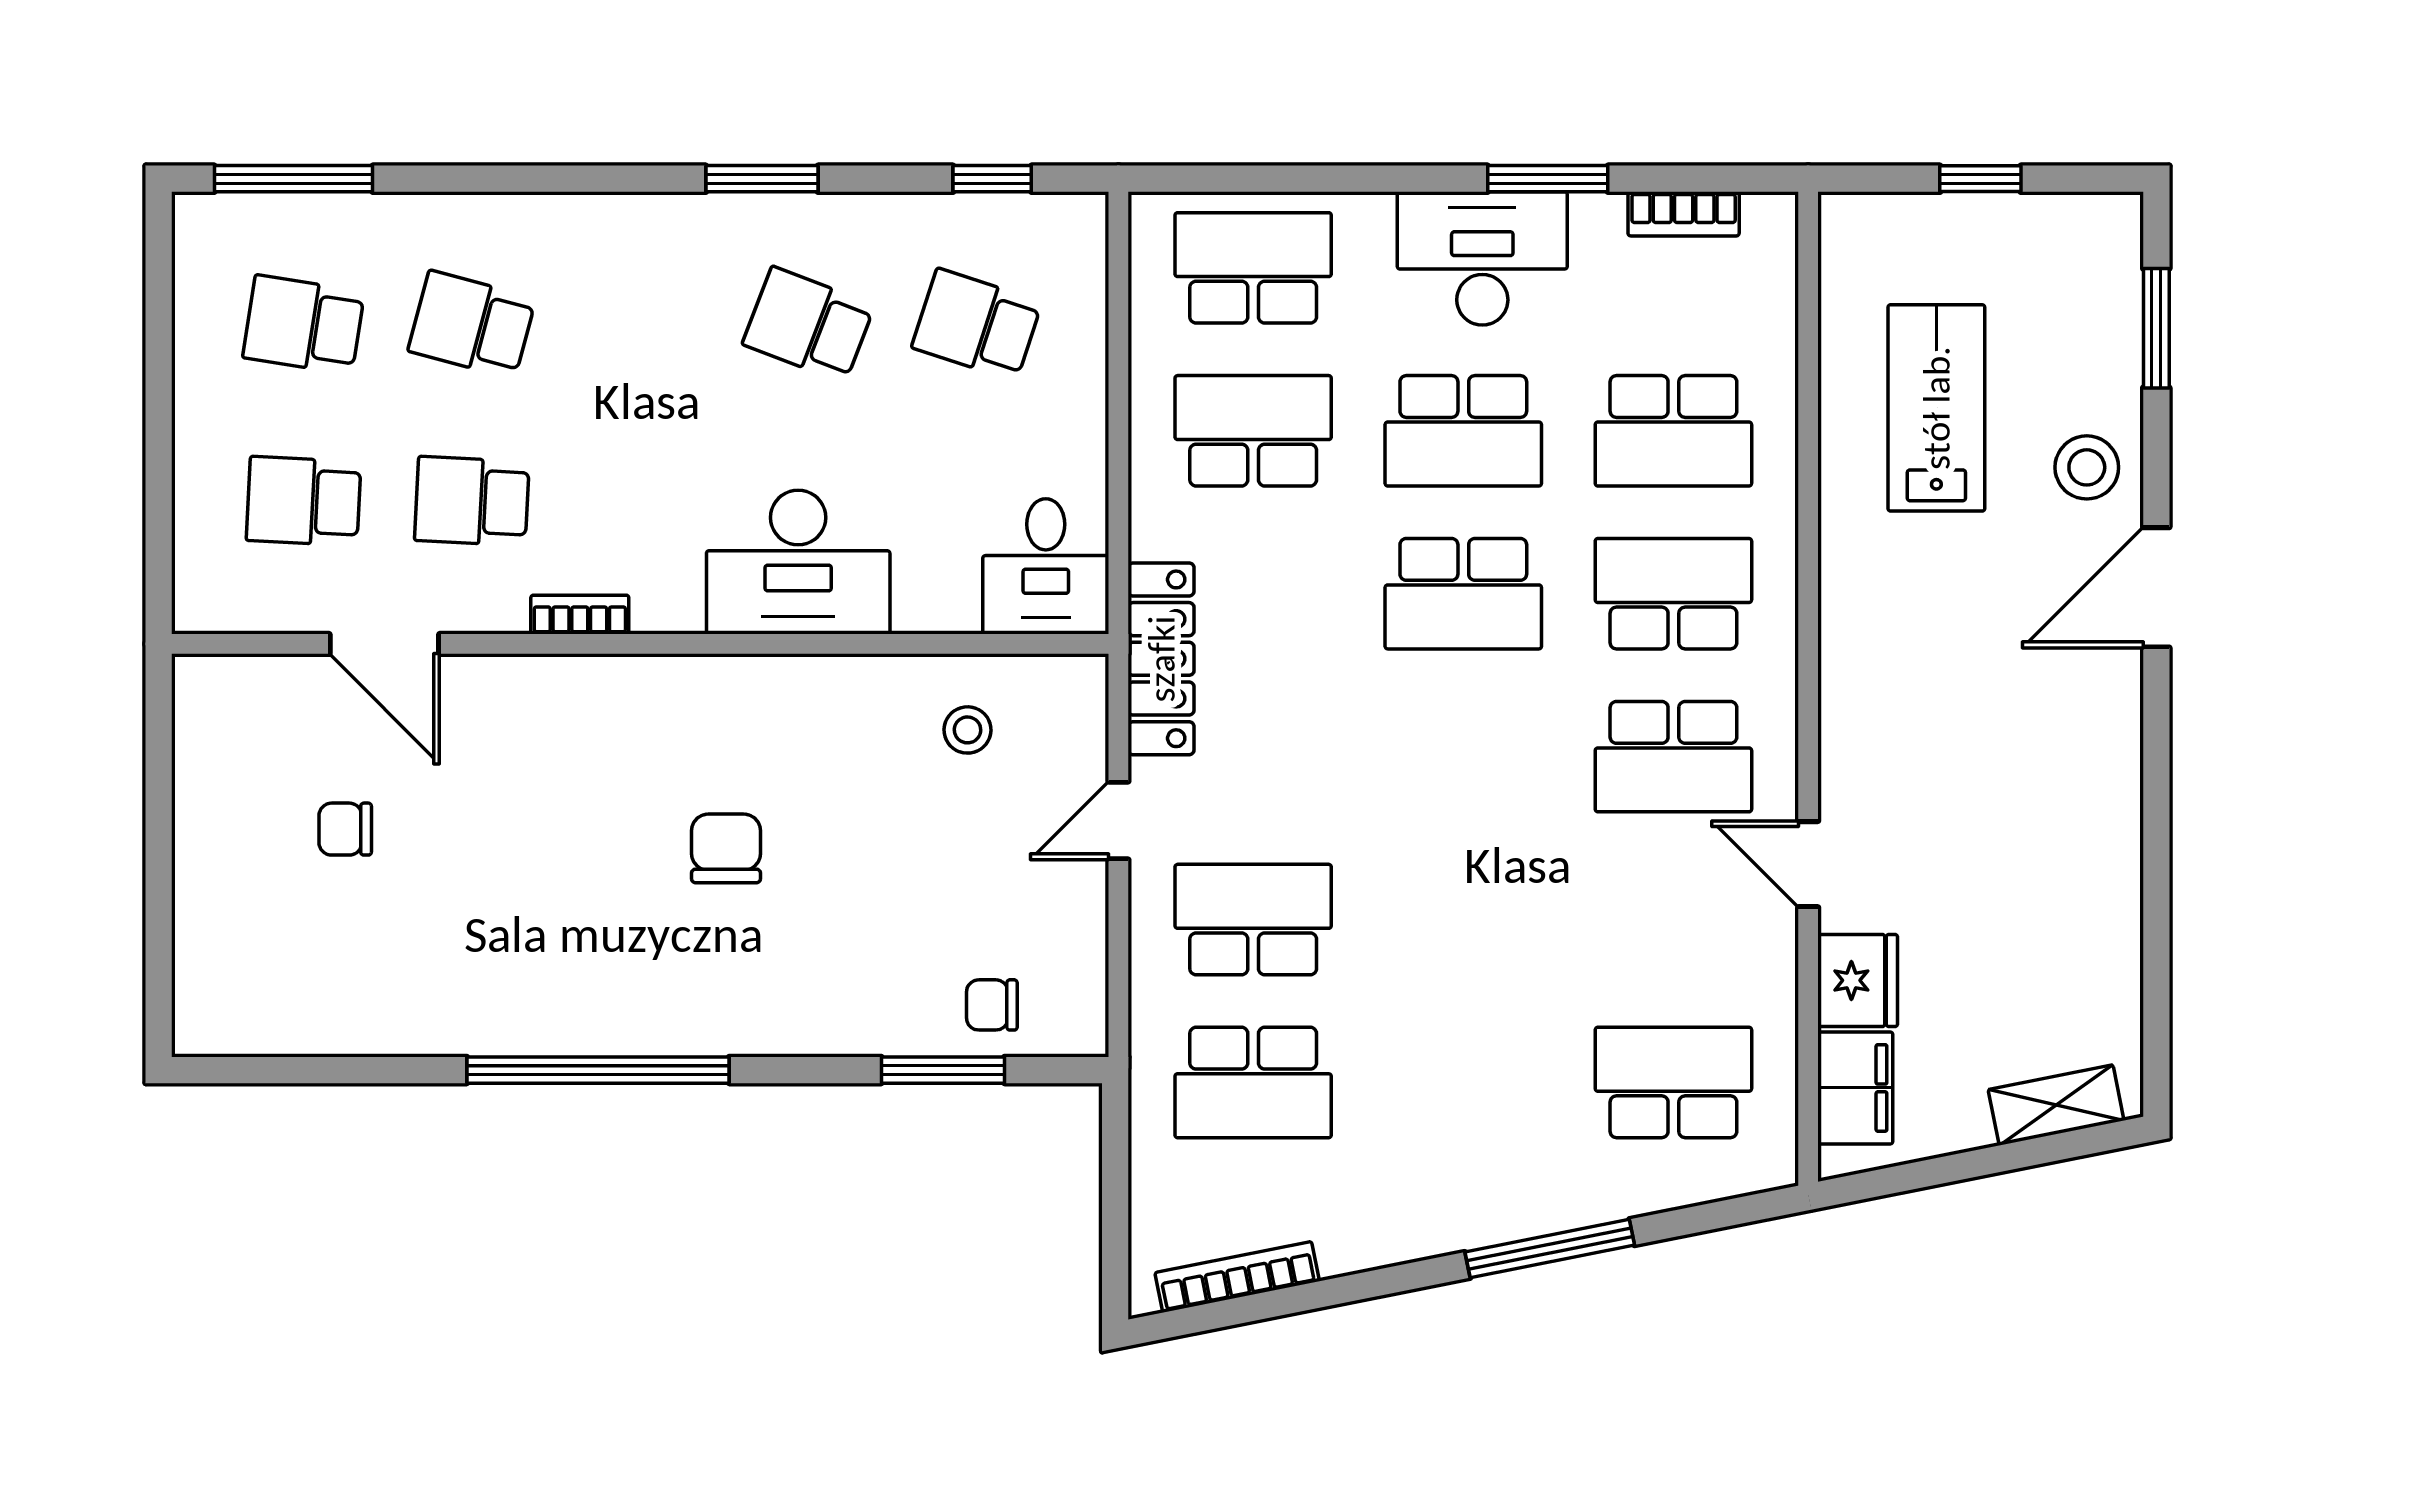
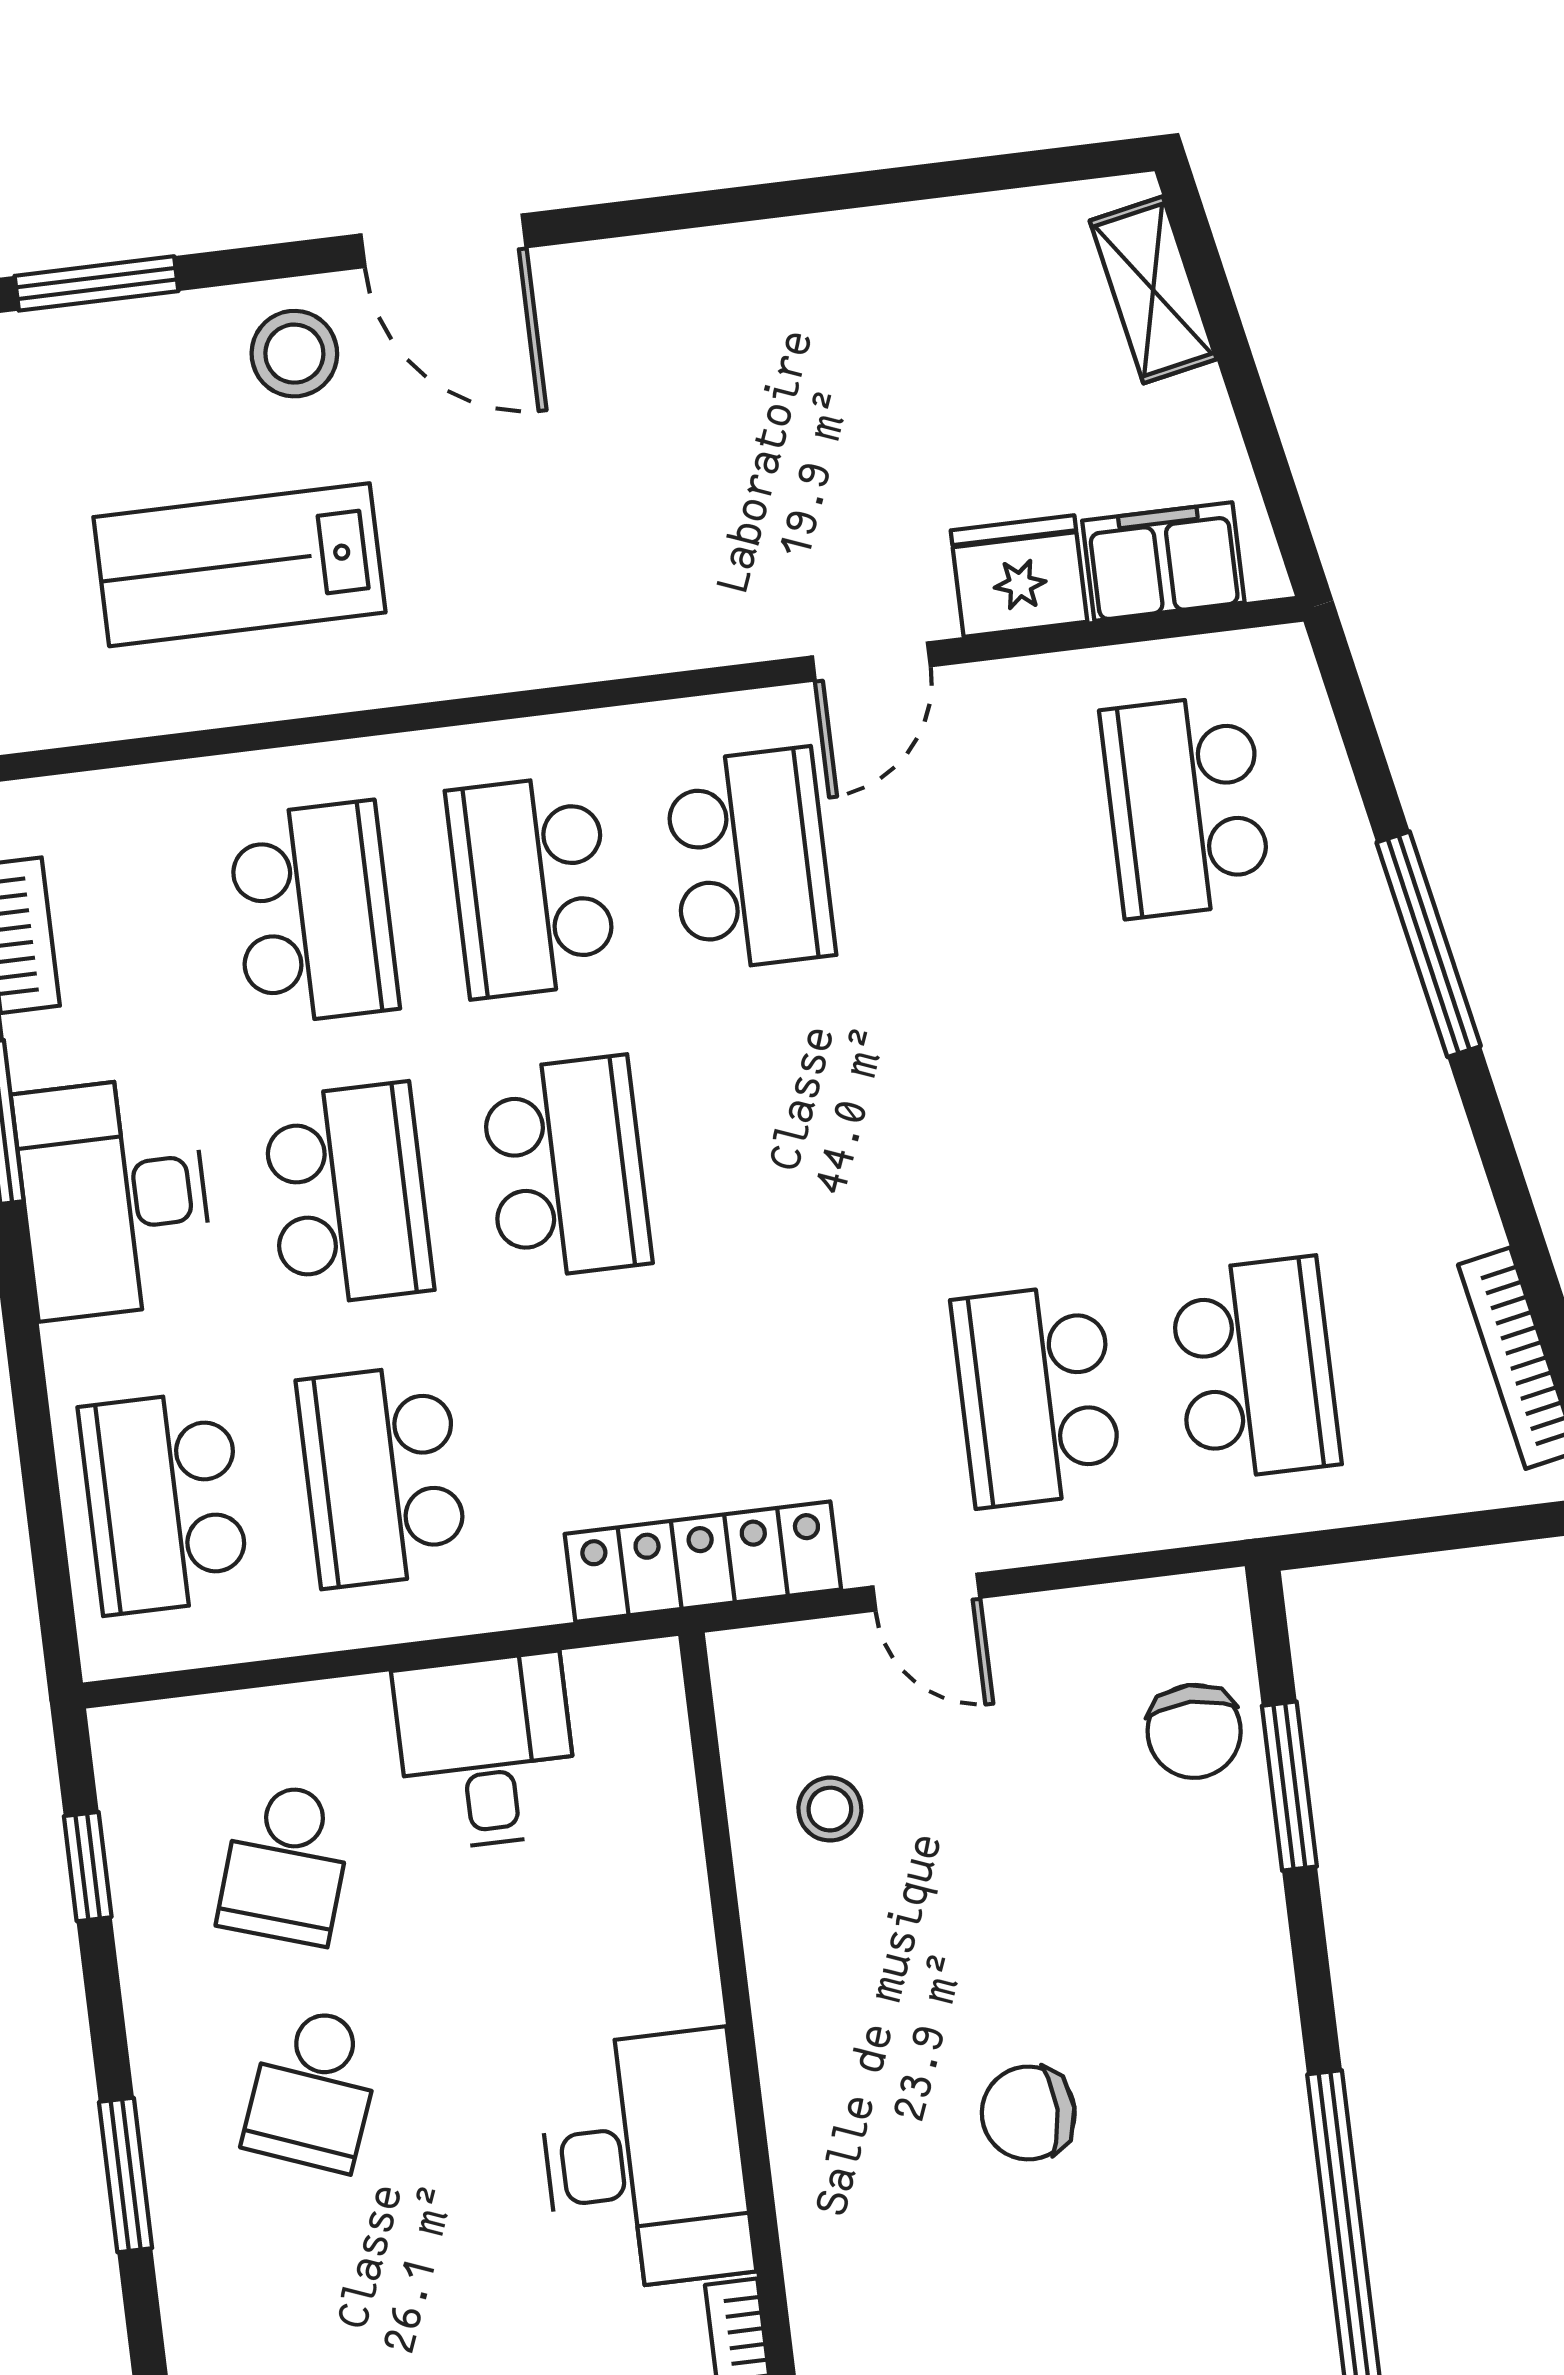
desk: (798, 562) -> (645, 2161), moved
desk: (1046, 566) -> (486, 1752), moved, turned -90
chair: (992, 1005) -> (1194, 1731), width x1.37, depth x1.37

